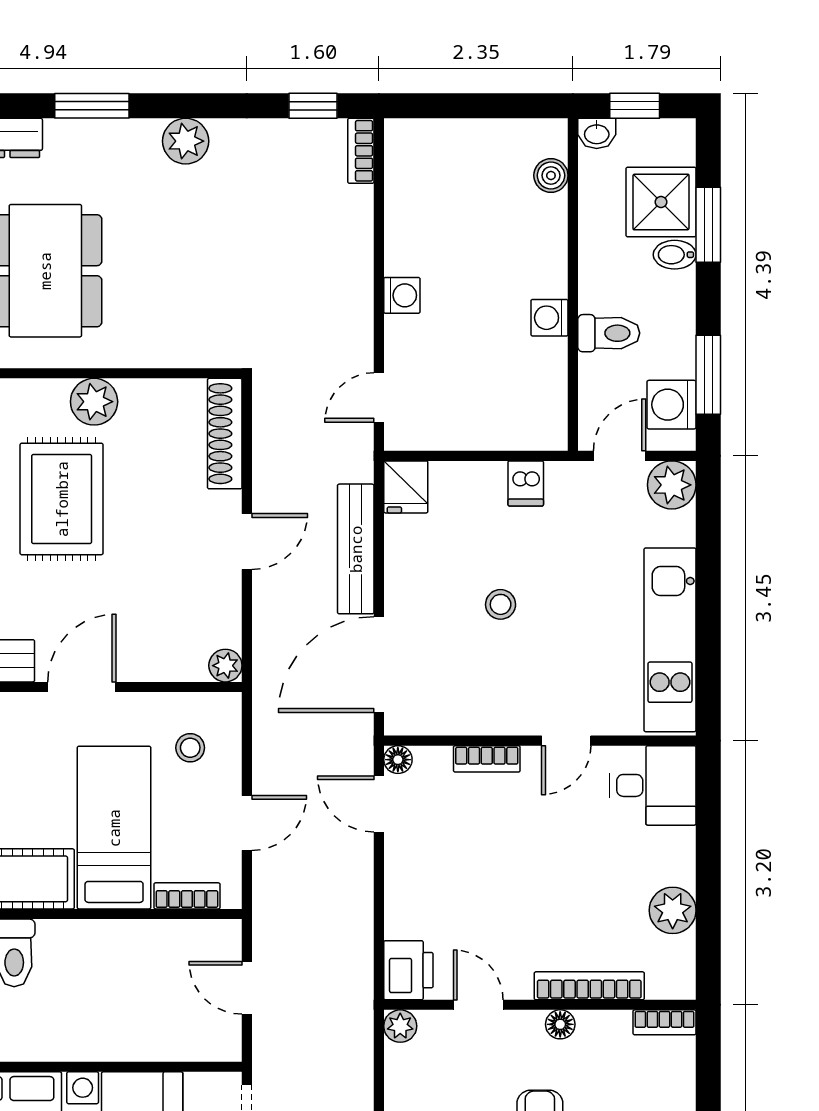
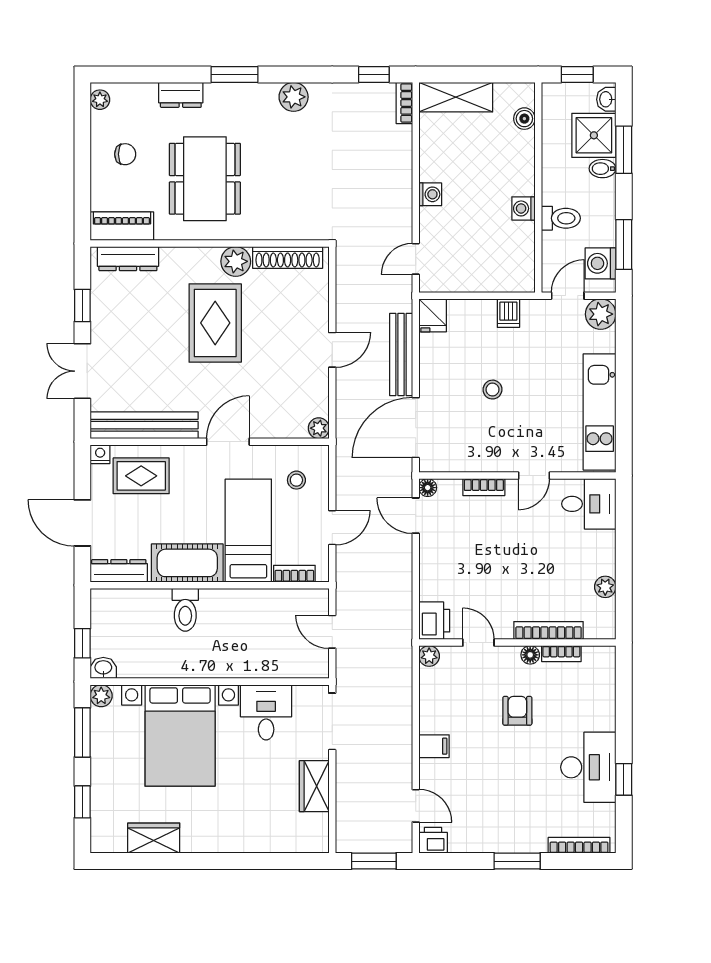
washbasin: (597, 133) -> (606, 99), moved, turned 90
shelving: (442, 142) -> (456, 97), added
shoe rack: (225, 434) -> (288, 257), moved, turned -90
plant: (673, 910) -> (605, 587), width x0.73, depth x0.73
bookcase: (664, 1022) -> (561, 654), moved

